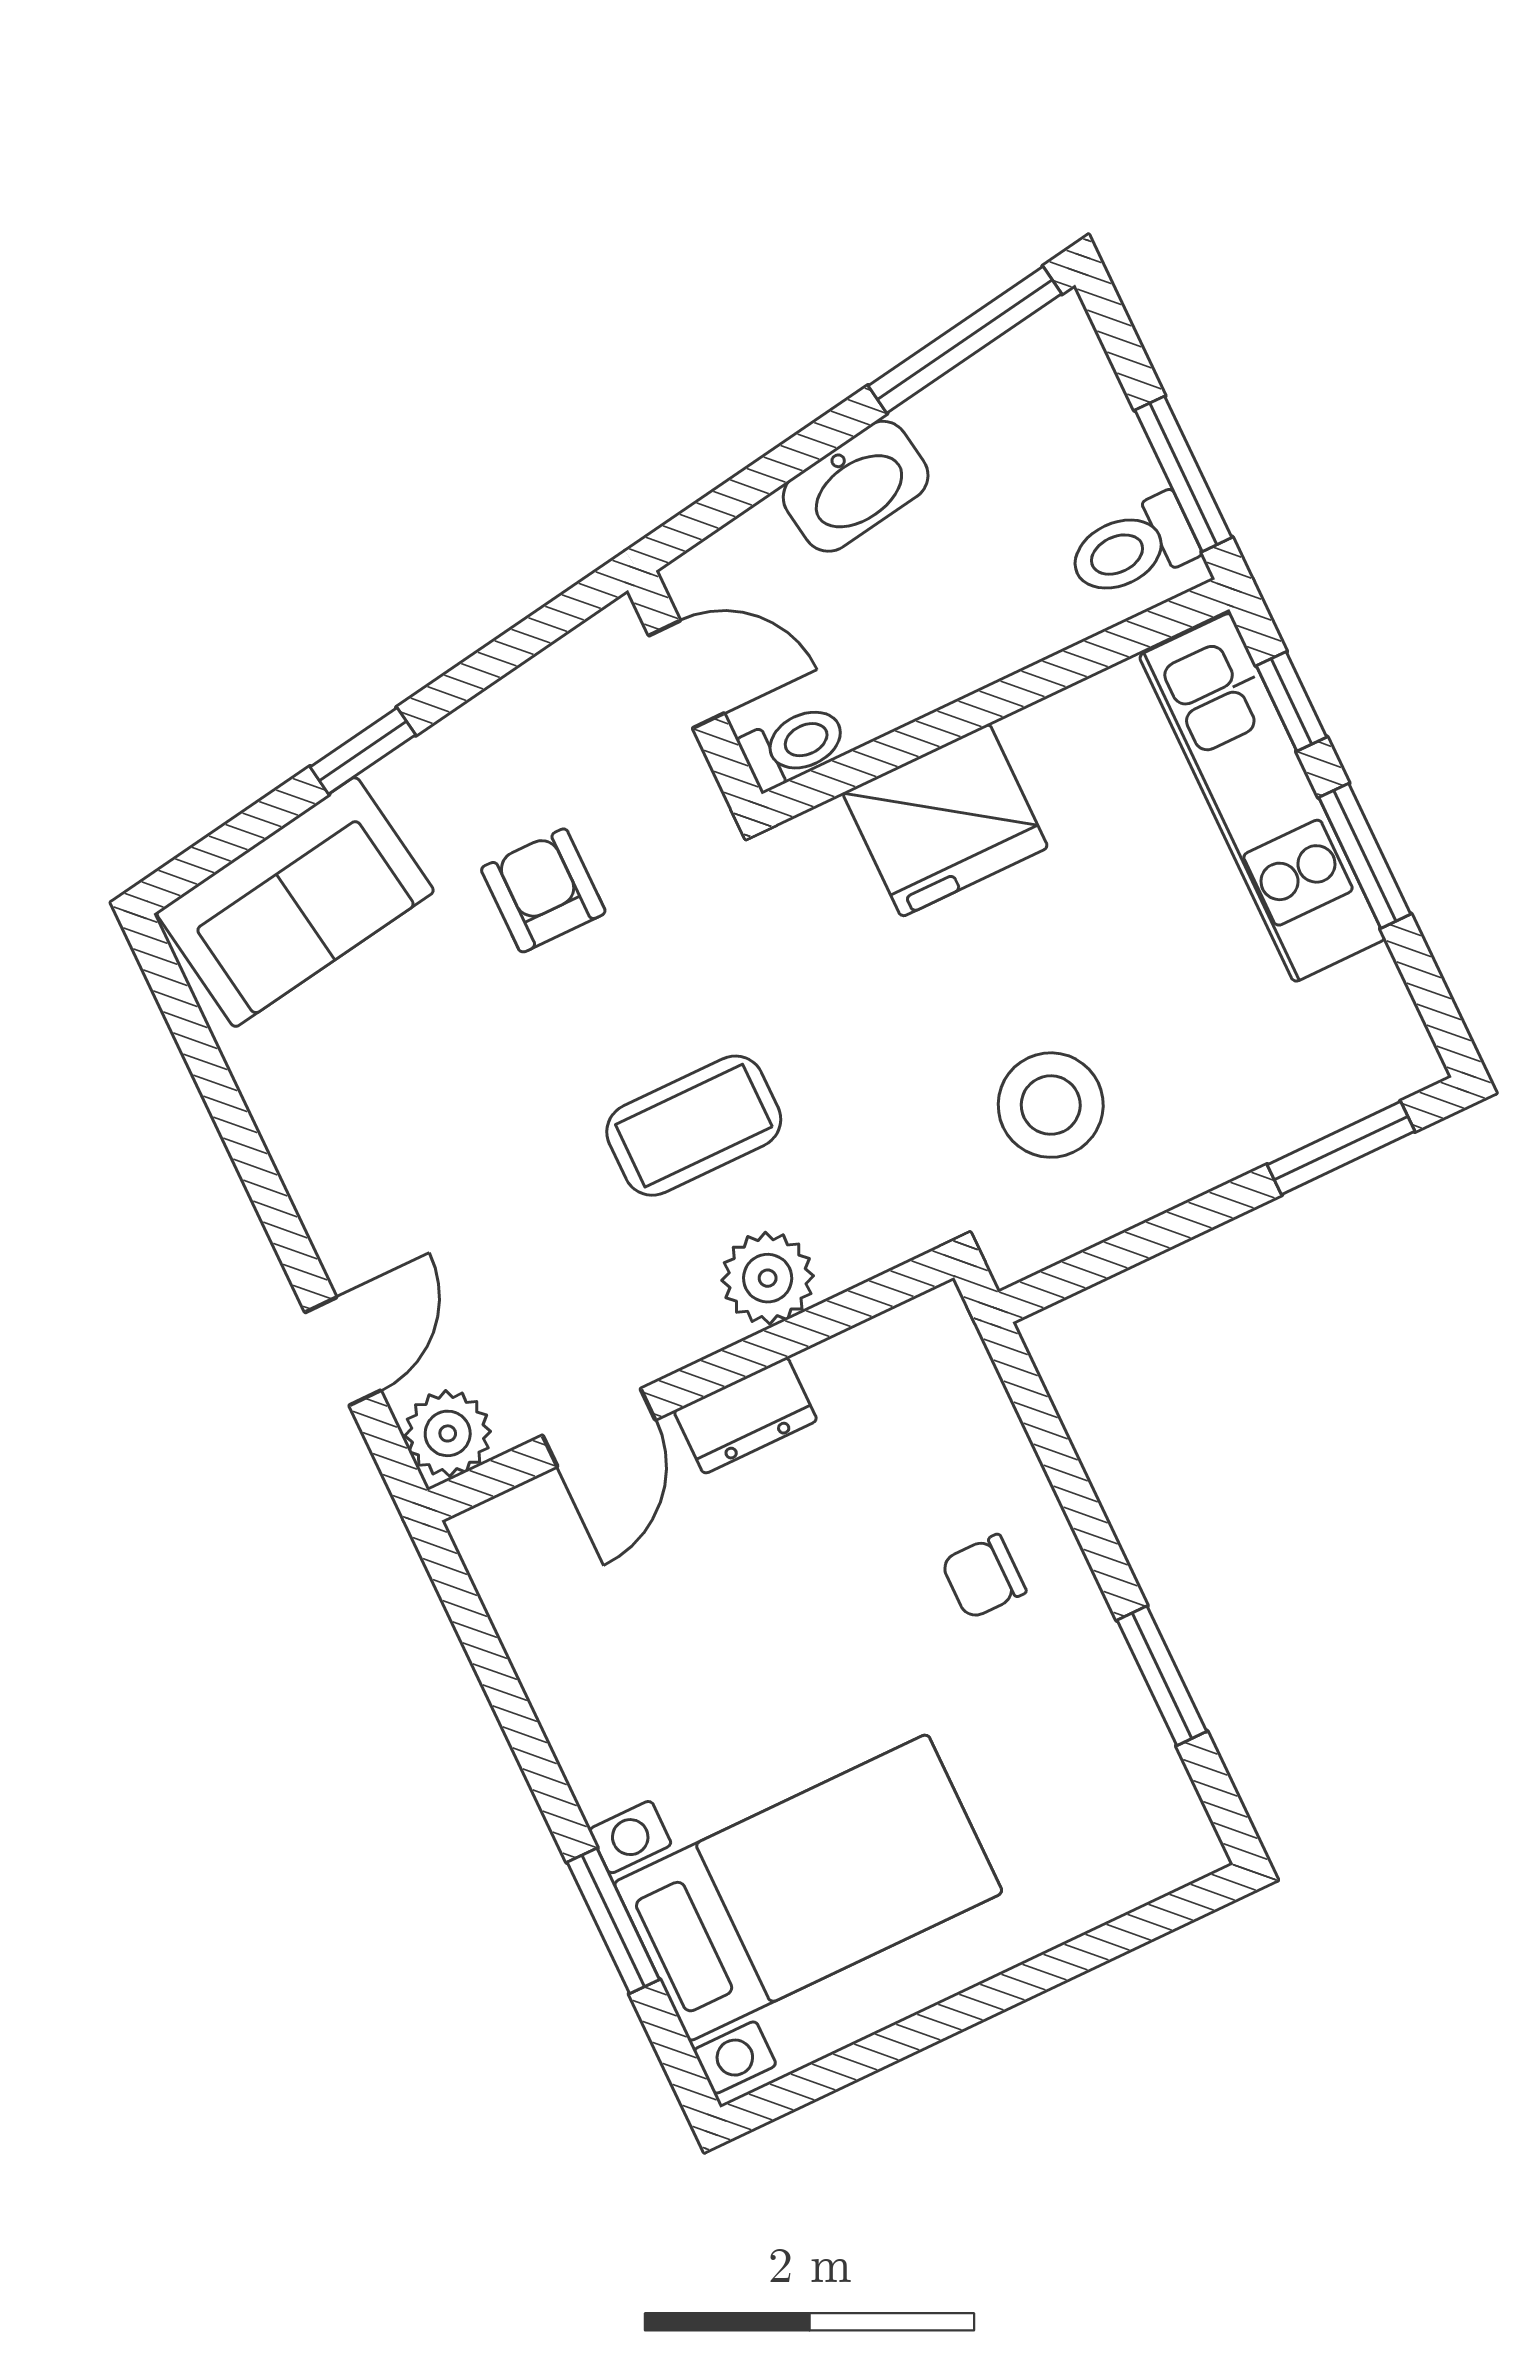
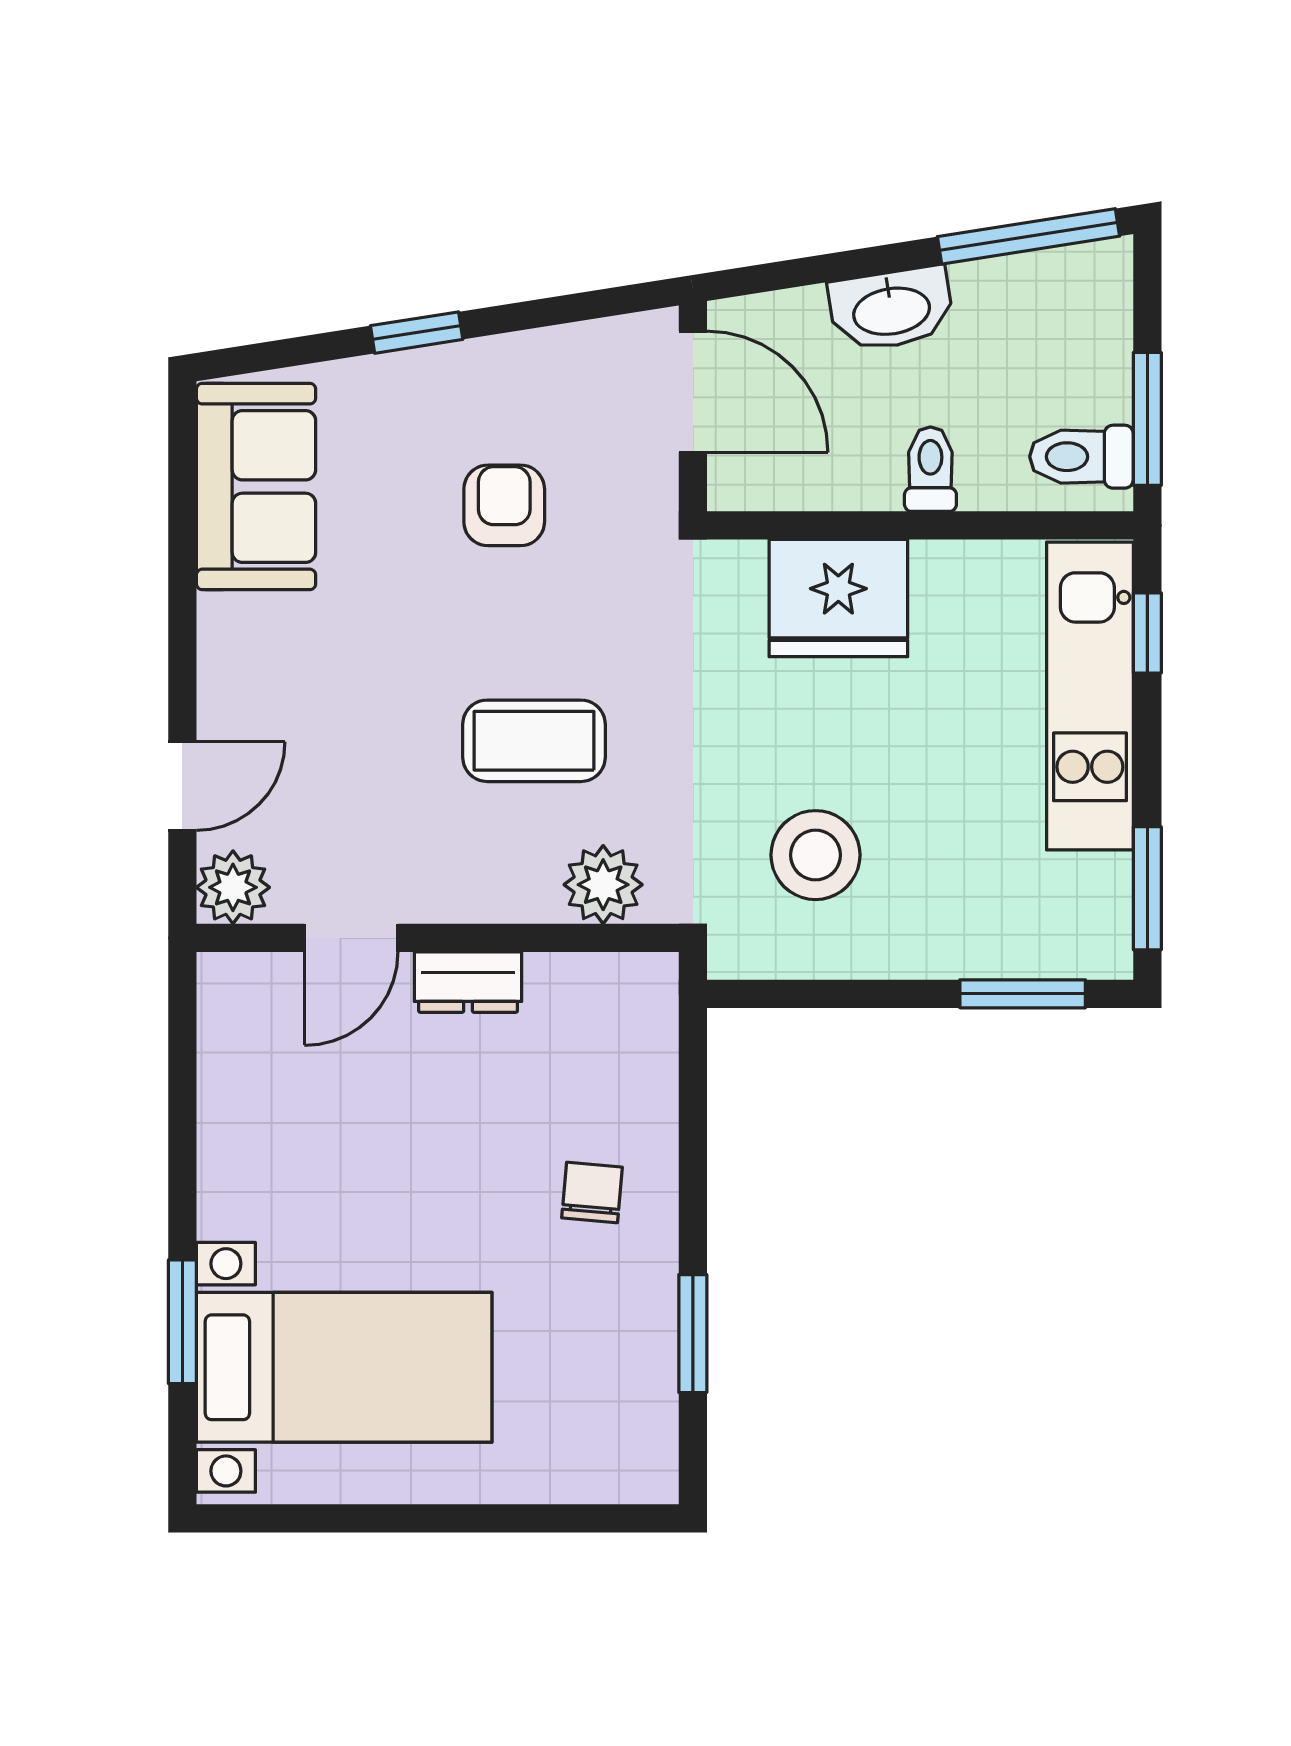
door: (686, 674) -> (693, 392), width x1.38
toilet: (793, 746) -> (930, 469), moved, turned -90
window: (1365, 856) -> (1147, 888), moved
sofa: (295, 902) -> (256, 487), moved, turned -81
plant: (768, 1278) -> (603, 885), moved
chair: (984, 1577) -> (592, 1192), turned 95

